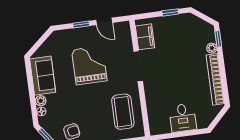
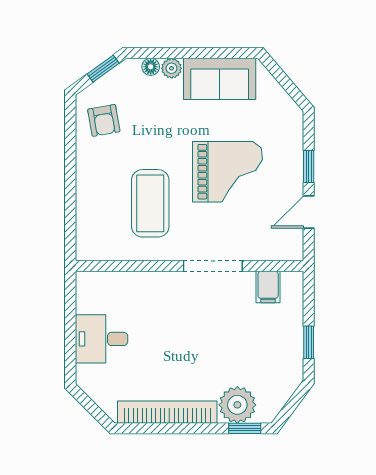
filing cabinet: (145, 37) -> (268, 287), width x0.50
plant: (212, 48) -> (237, 405), width x1.87, depth x1.87
coffee table: (123, 112) -> (150, 203), moved, turned 90

